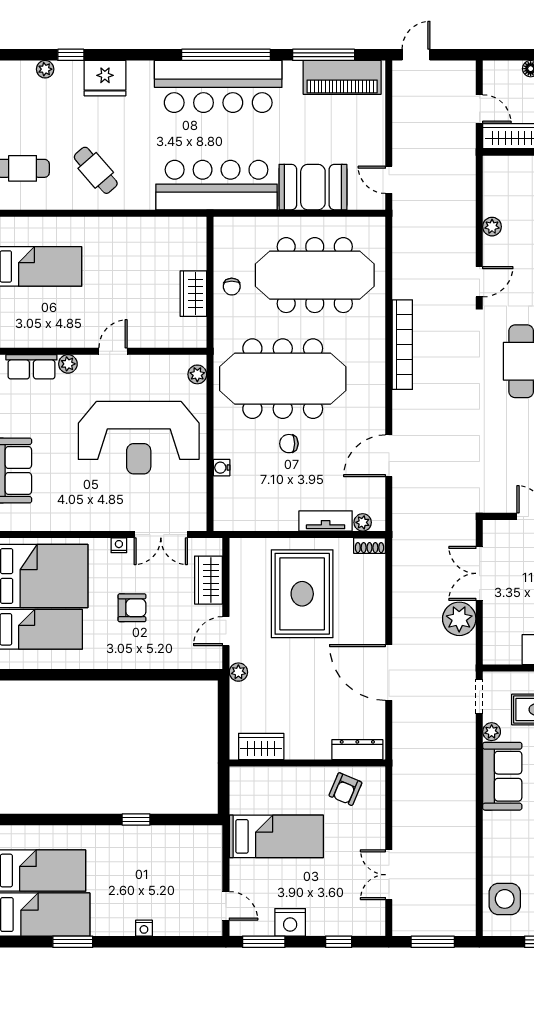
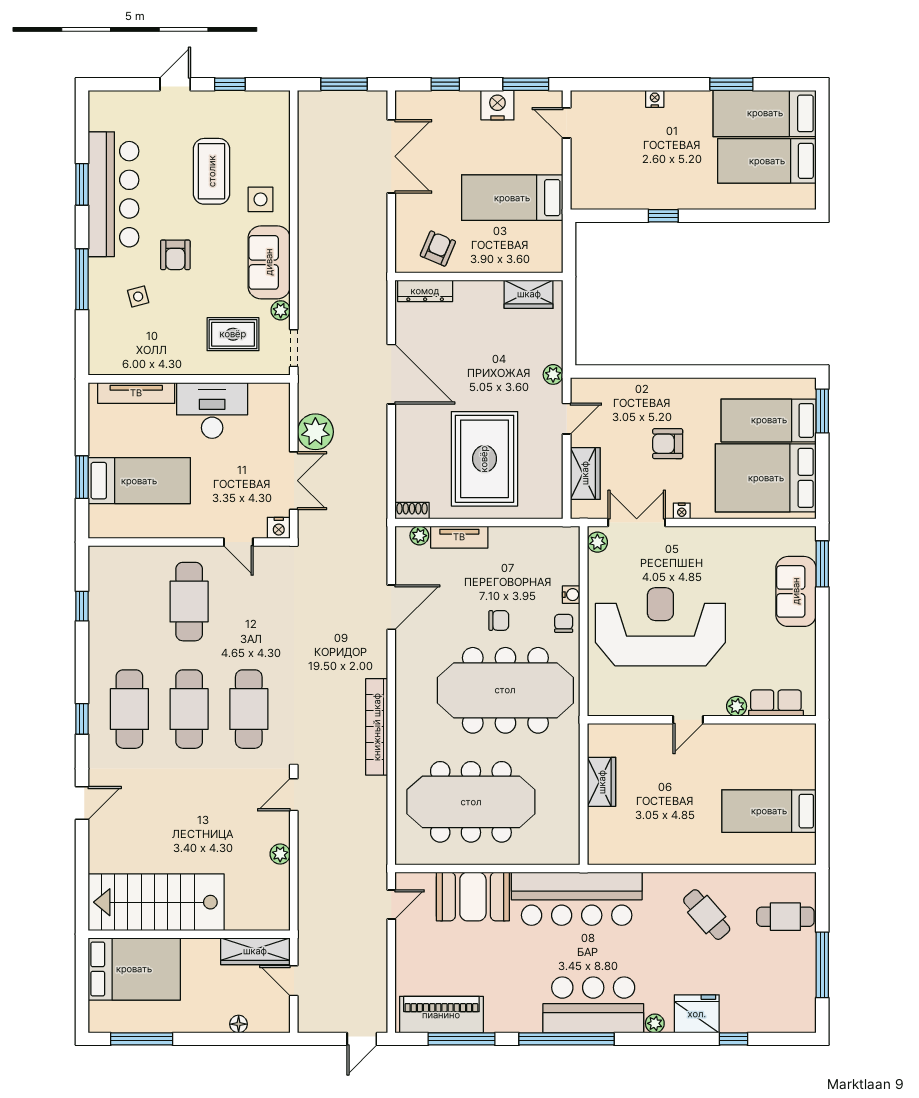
plant: (45, 69) -> (655, 1023), moved
bar counter: (218, 86) -> (593, 1005), width x0.73
door: (389, 180) -> (391, 904), hinge flipped
chair: (232, 287) -> (564, 623), moved
plant: (197, 374) -> (597, 542), moved
nightstand: (493, 530) -> (279, 528), added
double door: (389, 875) -> (391, 156), width x1.37
side table: (505, 899) -> (261, 199), moved, width x0.73, depth x0.73

